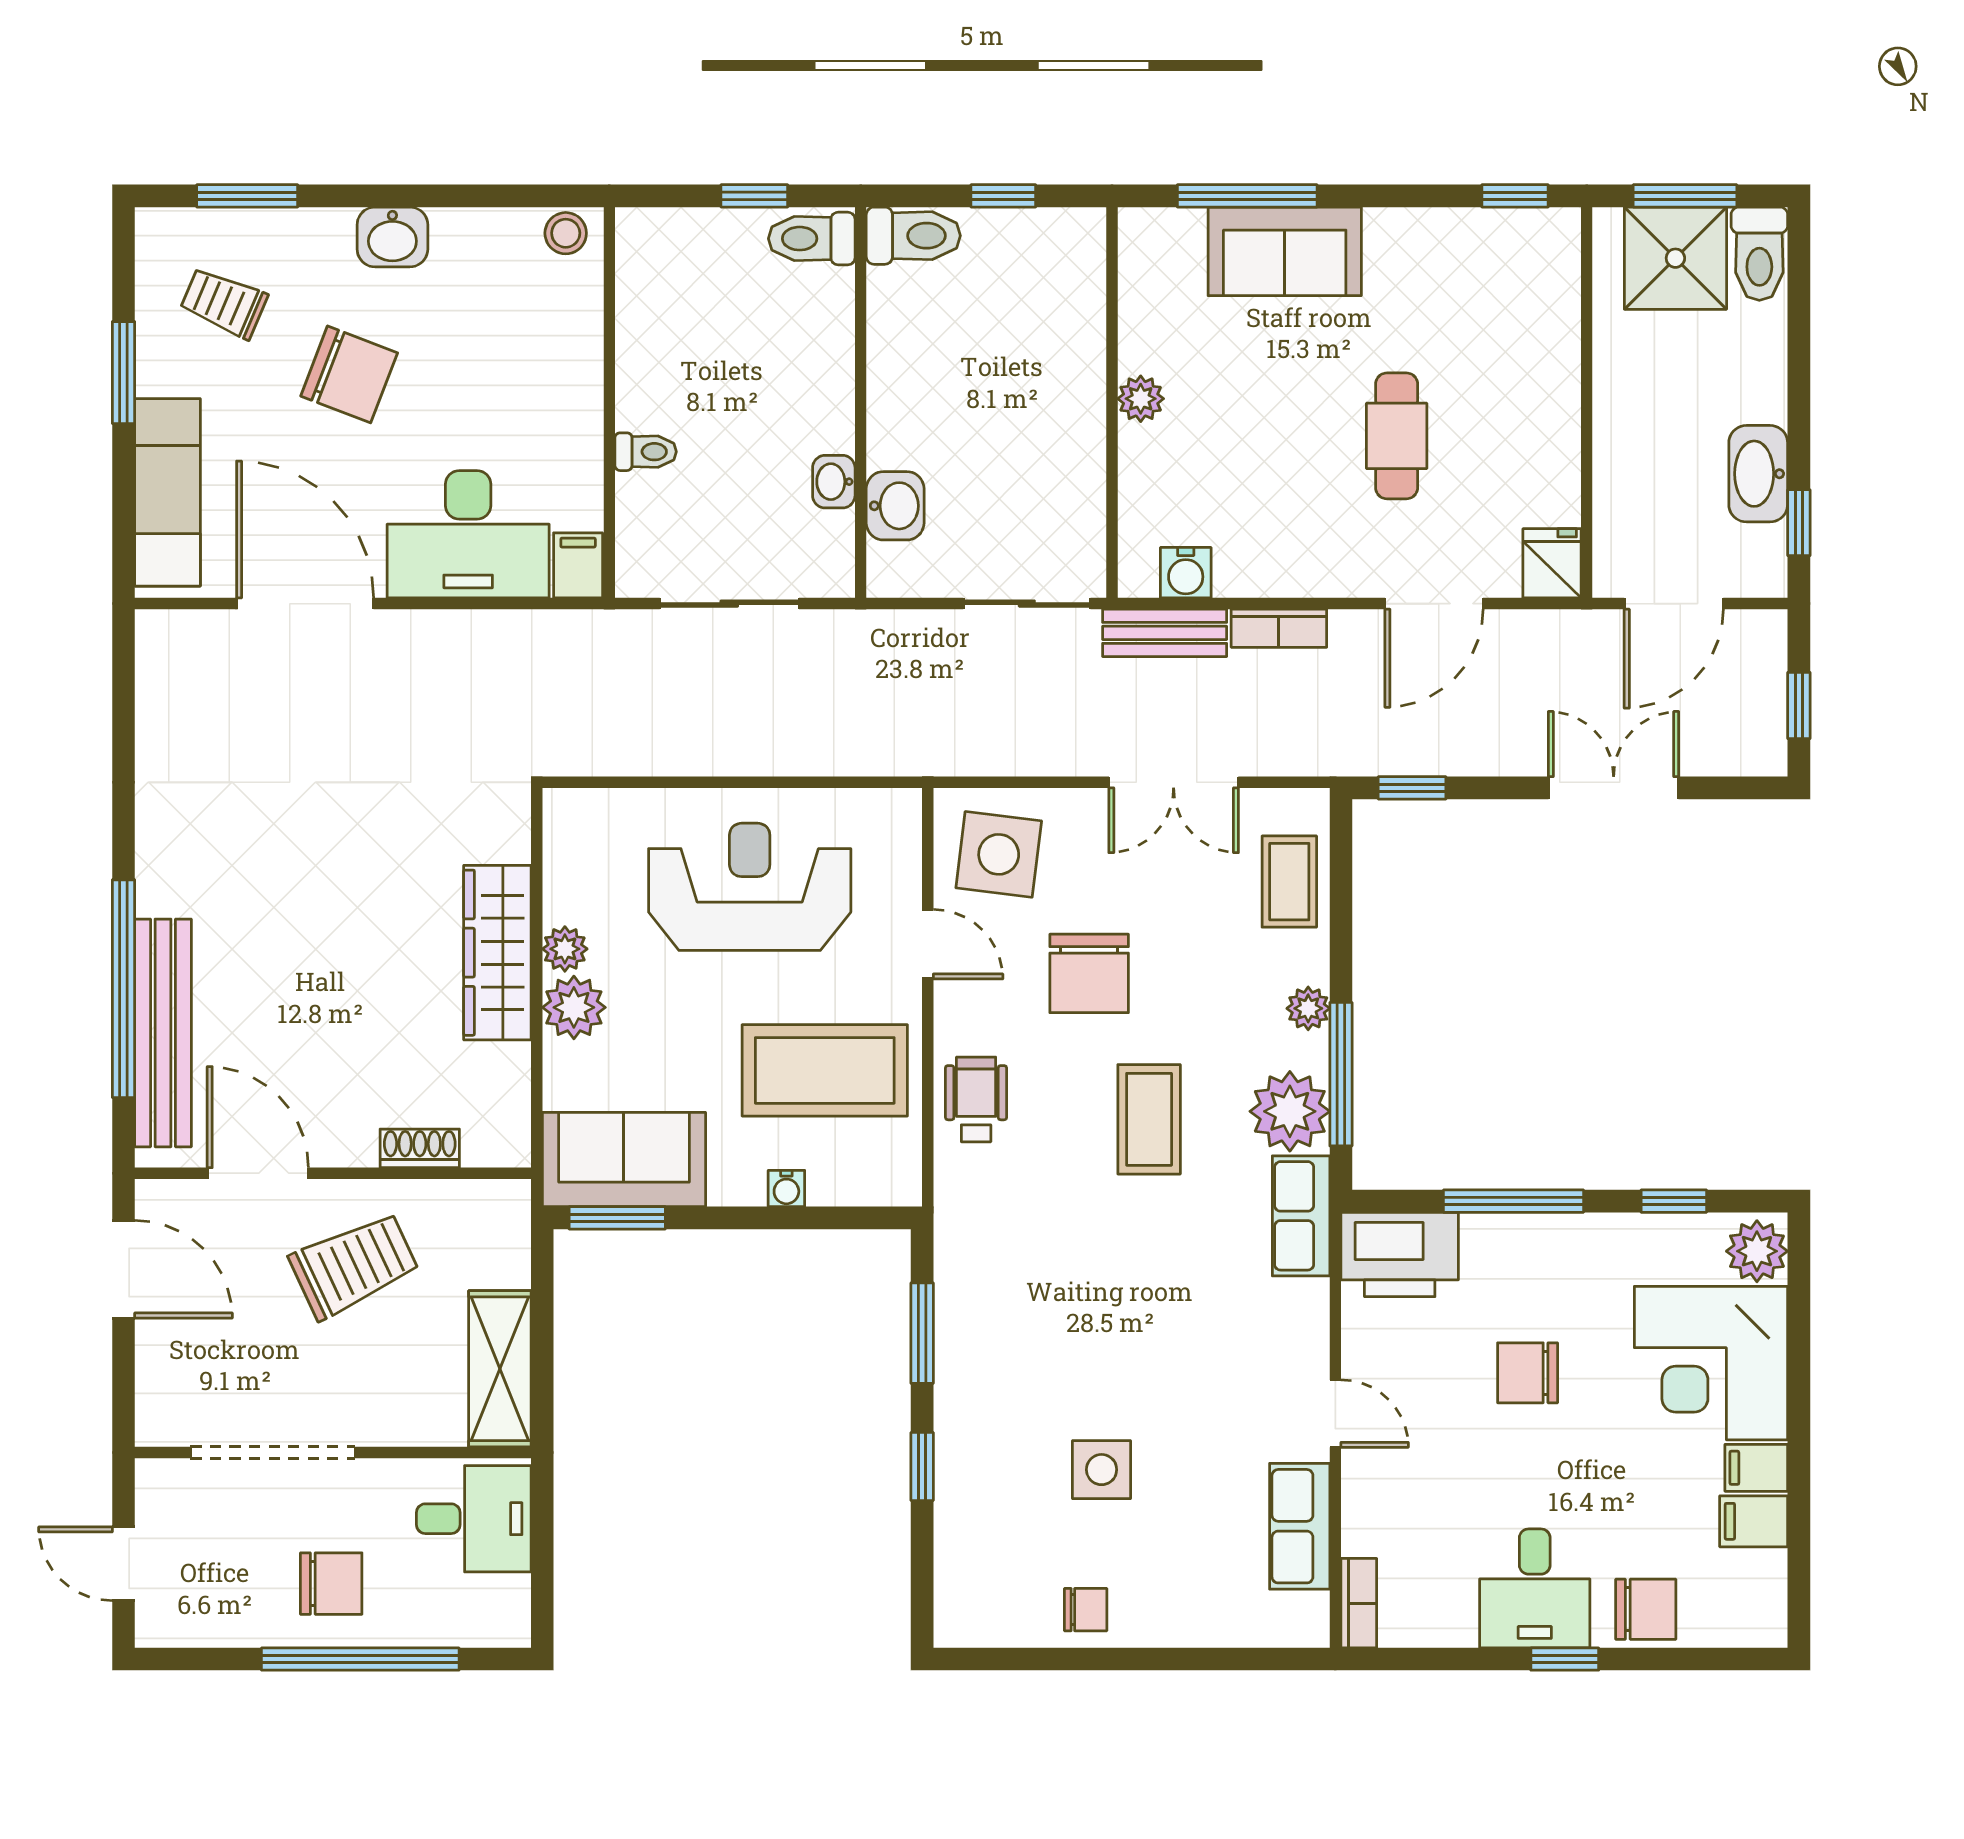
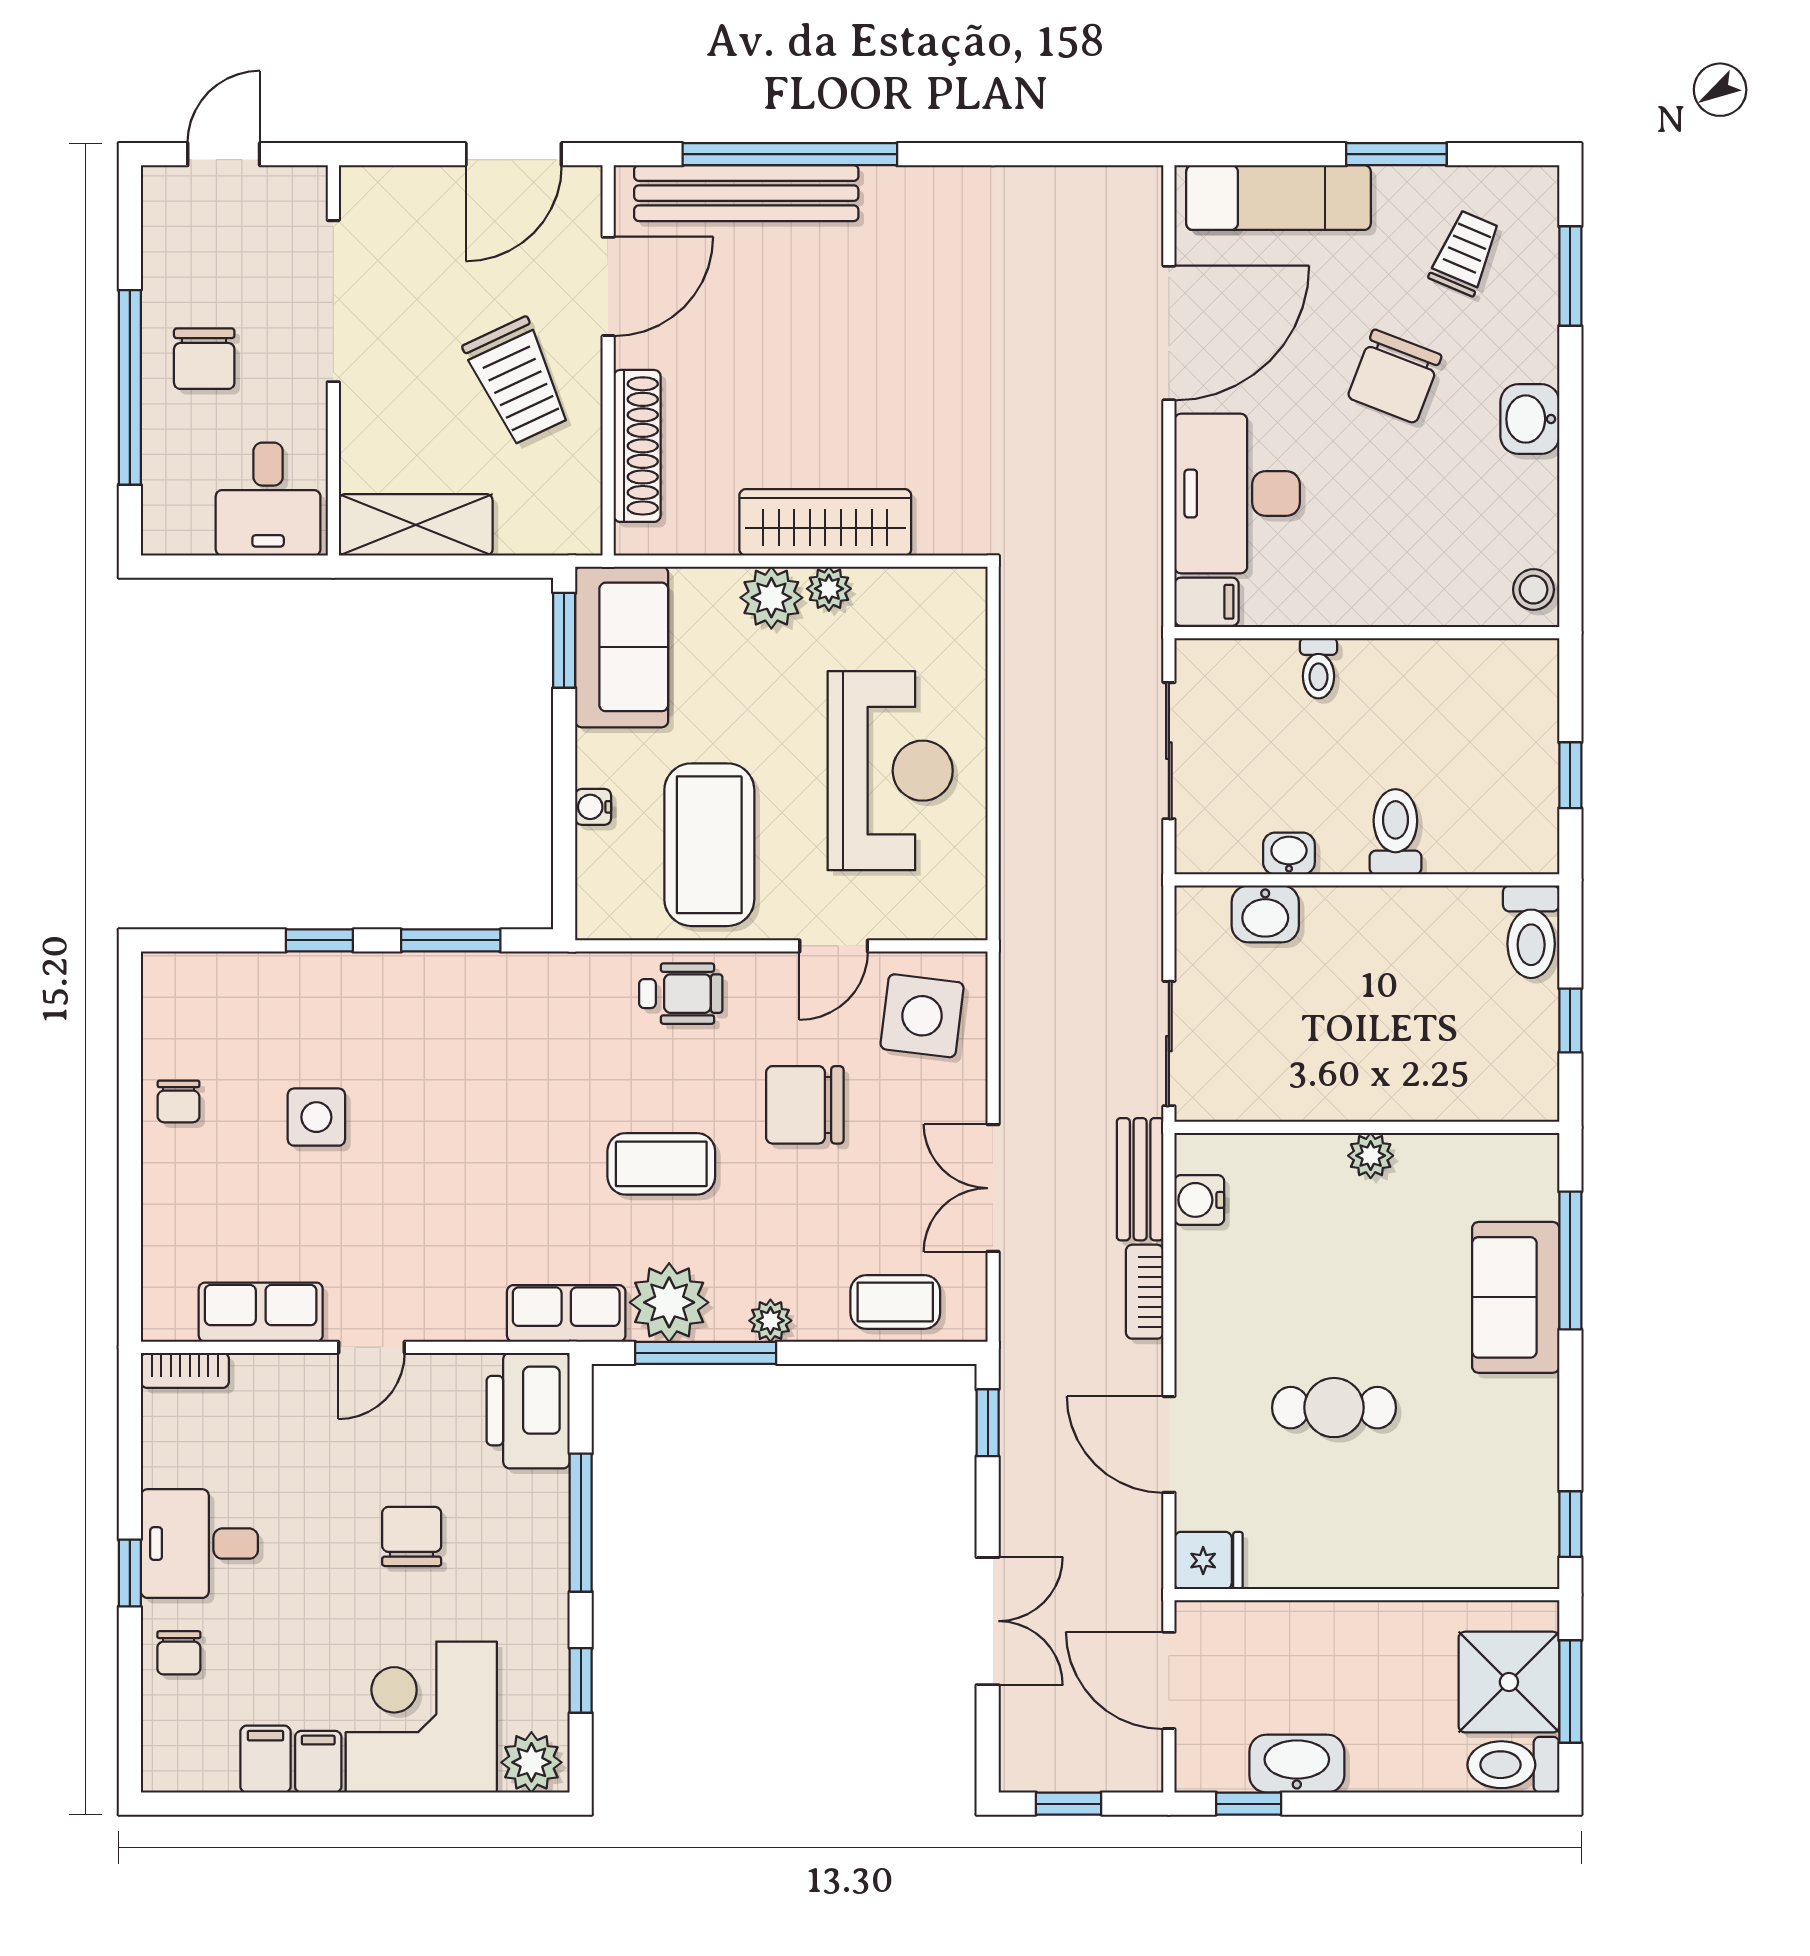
toilet: (812, 239) -> (1395, 832), moved
shoe rack: (420, 1148) -> (637, 446), width x1.94, depth x1.24
chair: (1646, 1609) -> (179, 1653), width x0.73, depth x0.73

